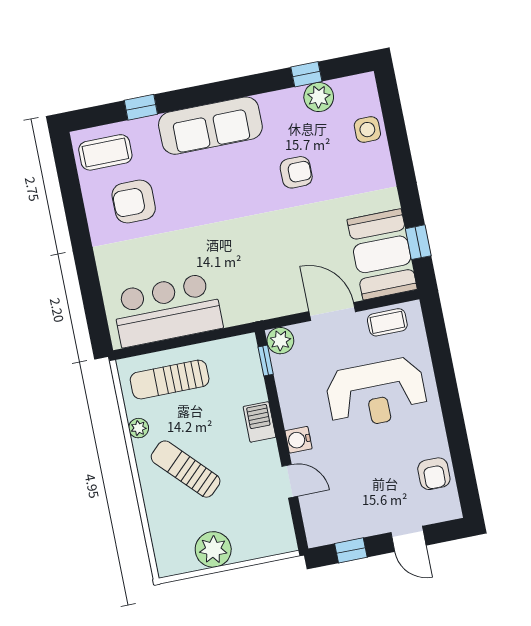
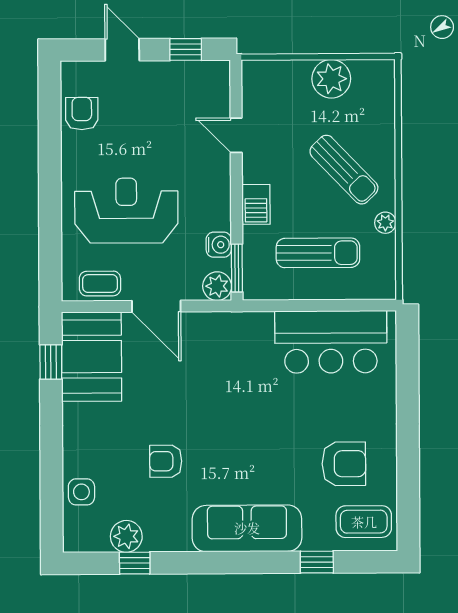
window: (266, 361) -> (237, 268), width x1.50
sun lounger: (170, 380) -> (318, 253), moved
water cooler: (298, 440) -> (219, 245), moved

